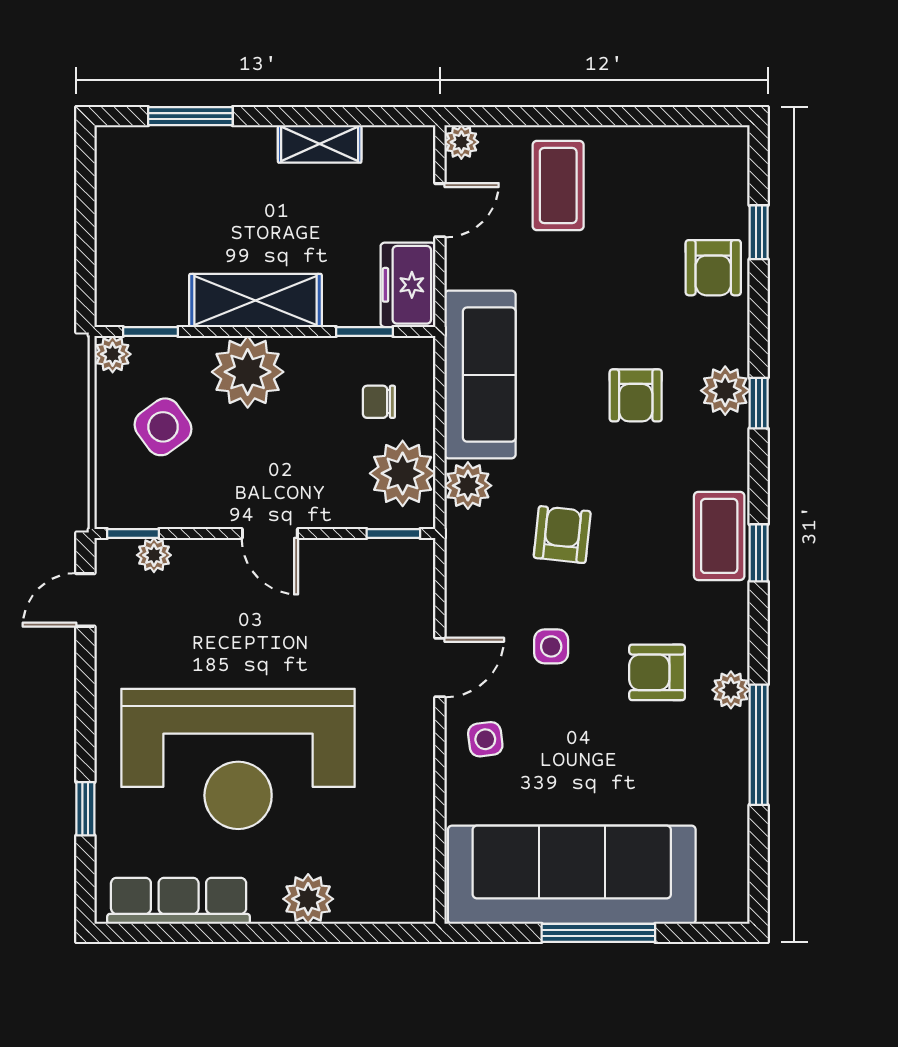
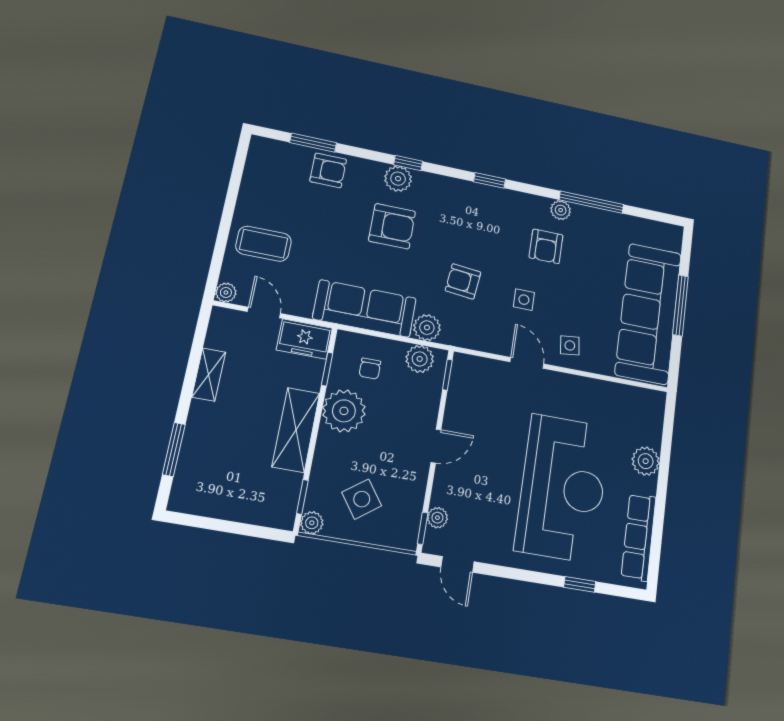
window: (759, 232) -> (313, 143), width x1.50
plant: (248, 372) -> (344, 411), moved
armchair: (636, 395) -> (392, 226), width x1.38, depth x1.38
plant: (403, 473) -> (420, 359), width x0.73, depth x0.73
coffee table: (719, 536) -> (477, 199), removed

